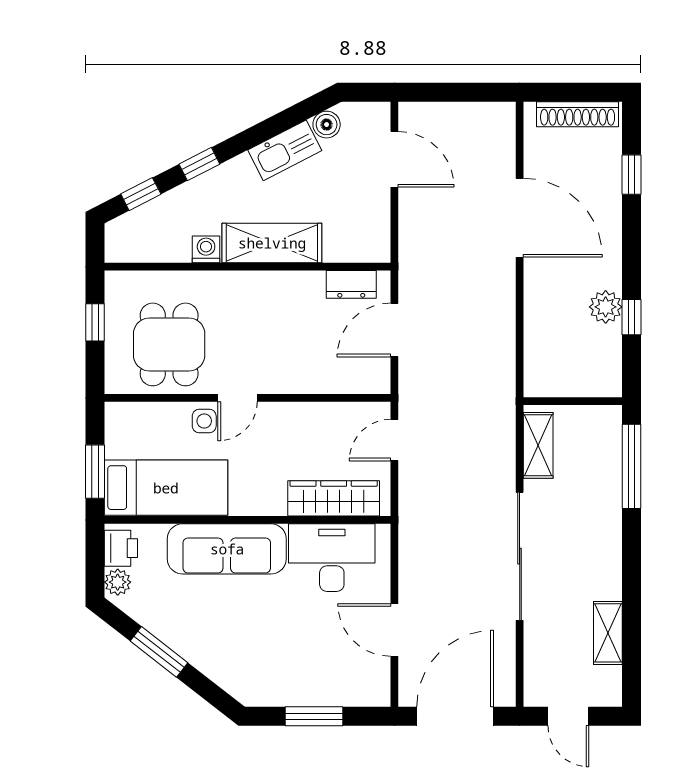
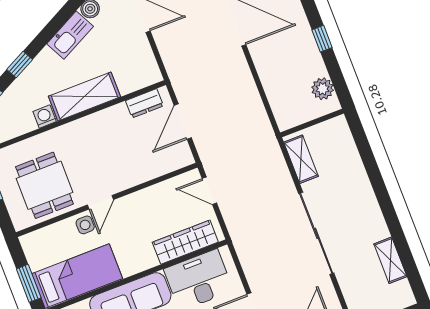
plant: (606, 307) -> (323, 89), moved
window: (631, 317) -> (322, 39), moved
door: (394, 440) -> (209, 191), hinge flipped
window: (631, 466) -> (365, 150), removed

